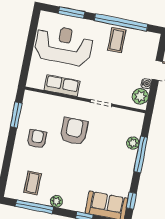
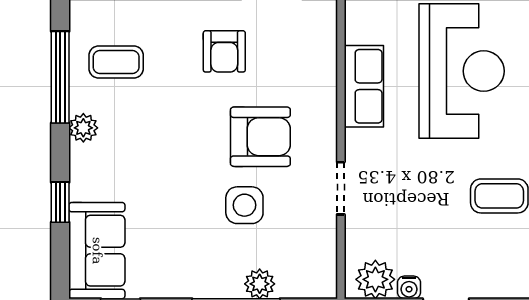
armchair: (37, 139) -> (224, 51), turned 90
side table: (100, 143) -> (244, 205), added

